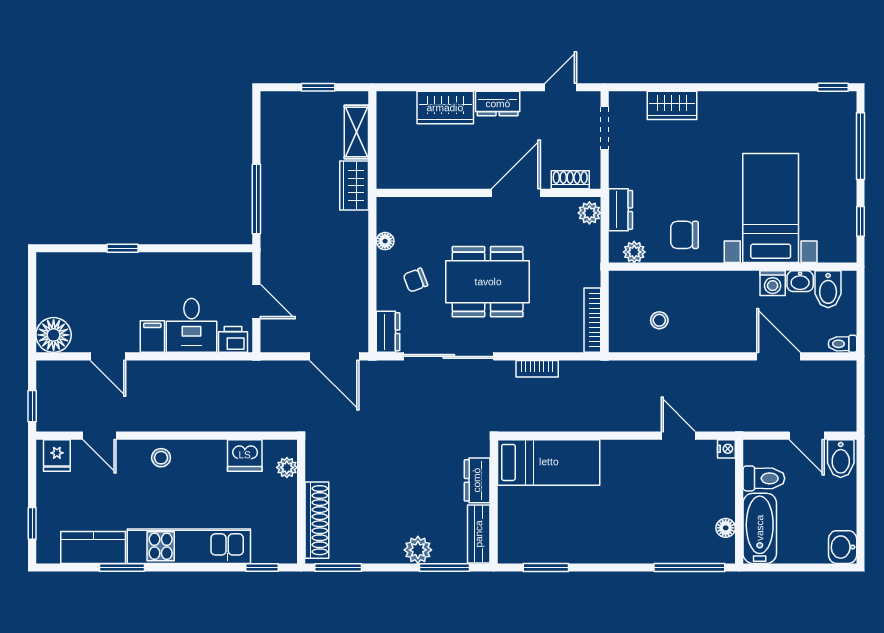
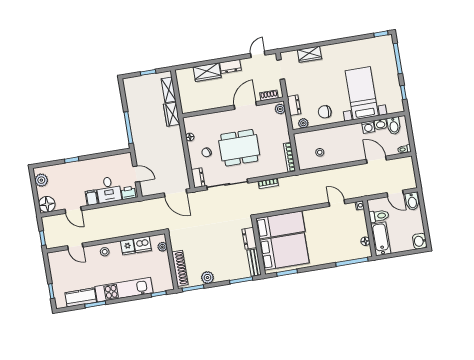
plant: (50, 281) -> (41, 180), added
fridge: (57, 455) -> (128, 247), moved
bed: (547, 521) -> (284, 251), added
plant: (418, 550) -> (207, 278), moved

